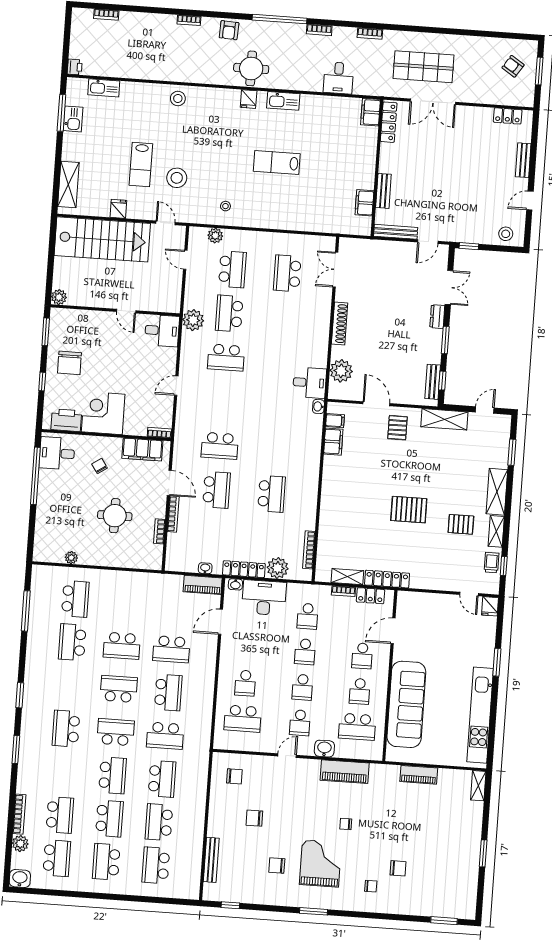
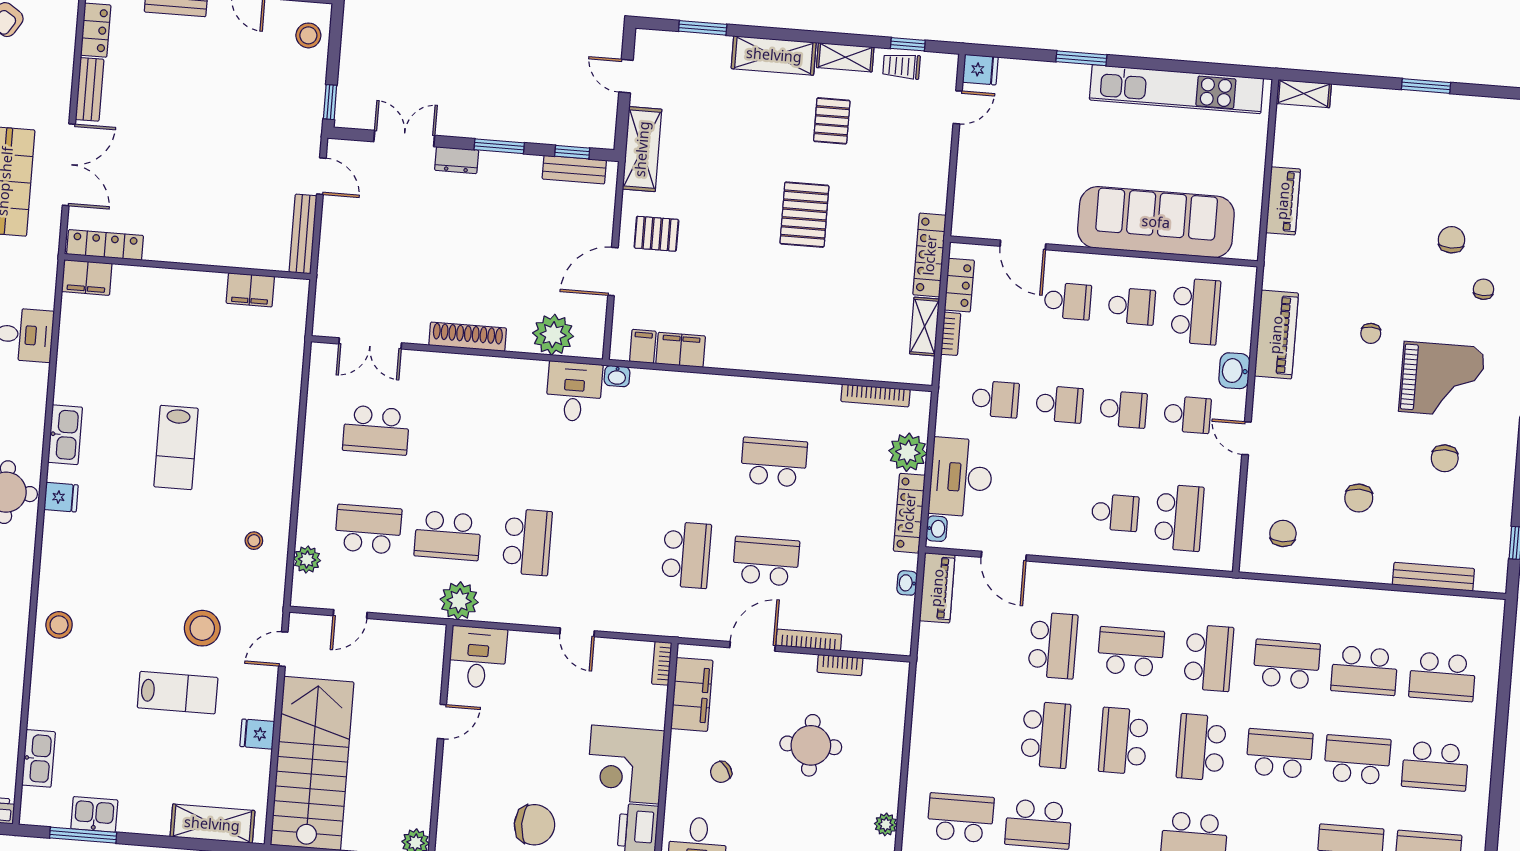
bench: (383, 191) -> (90, 89), moved, turned 90
grand piano: (321, 864) -> (1442, 379), turned 180

